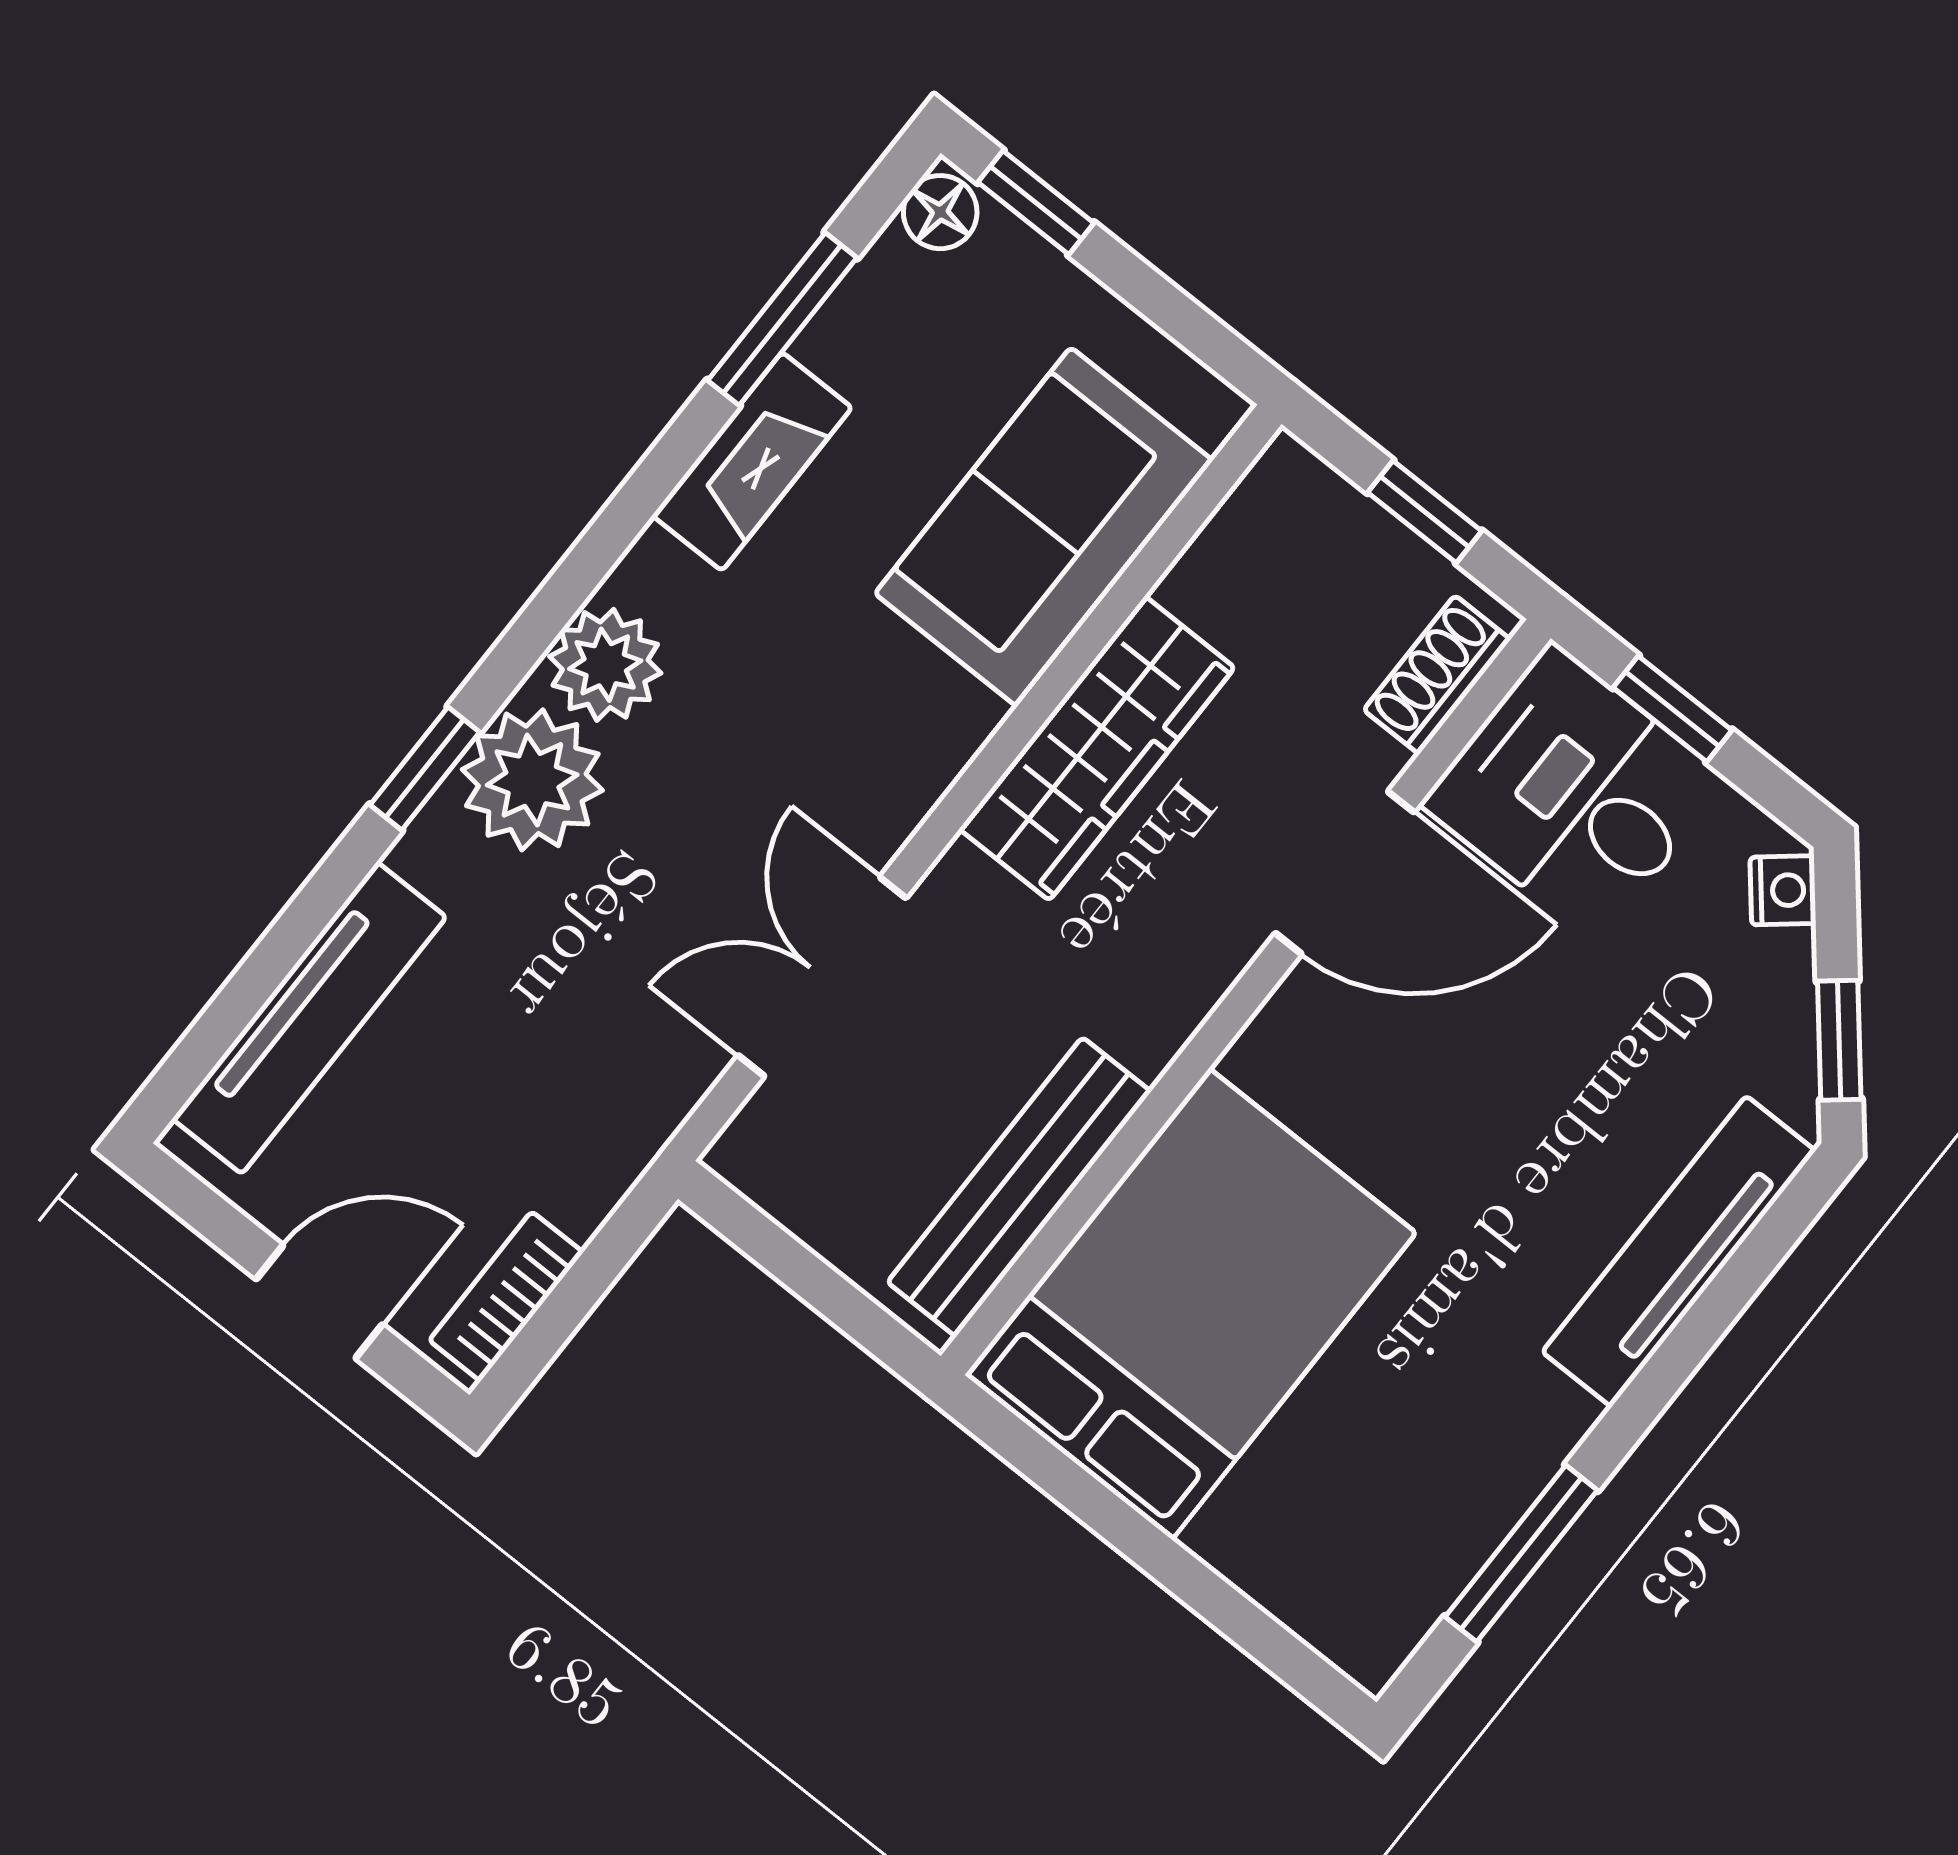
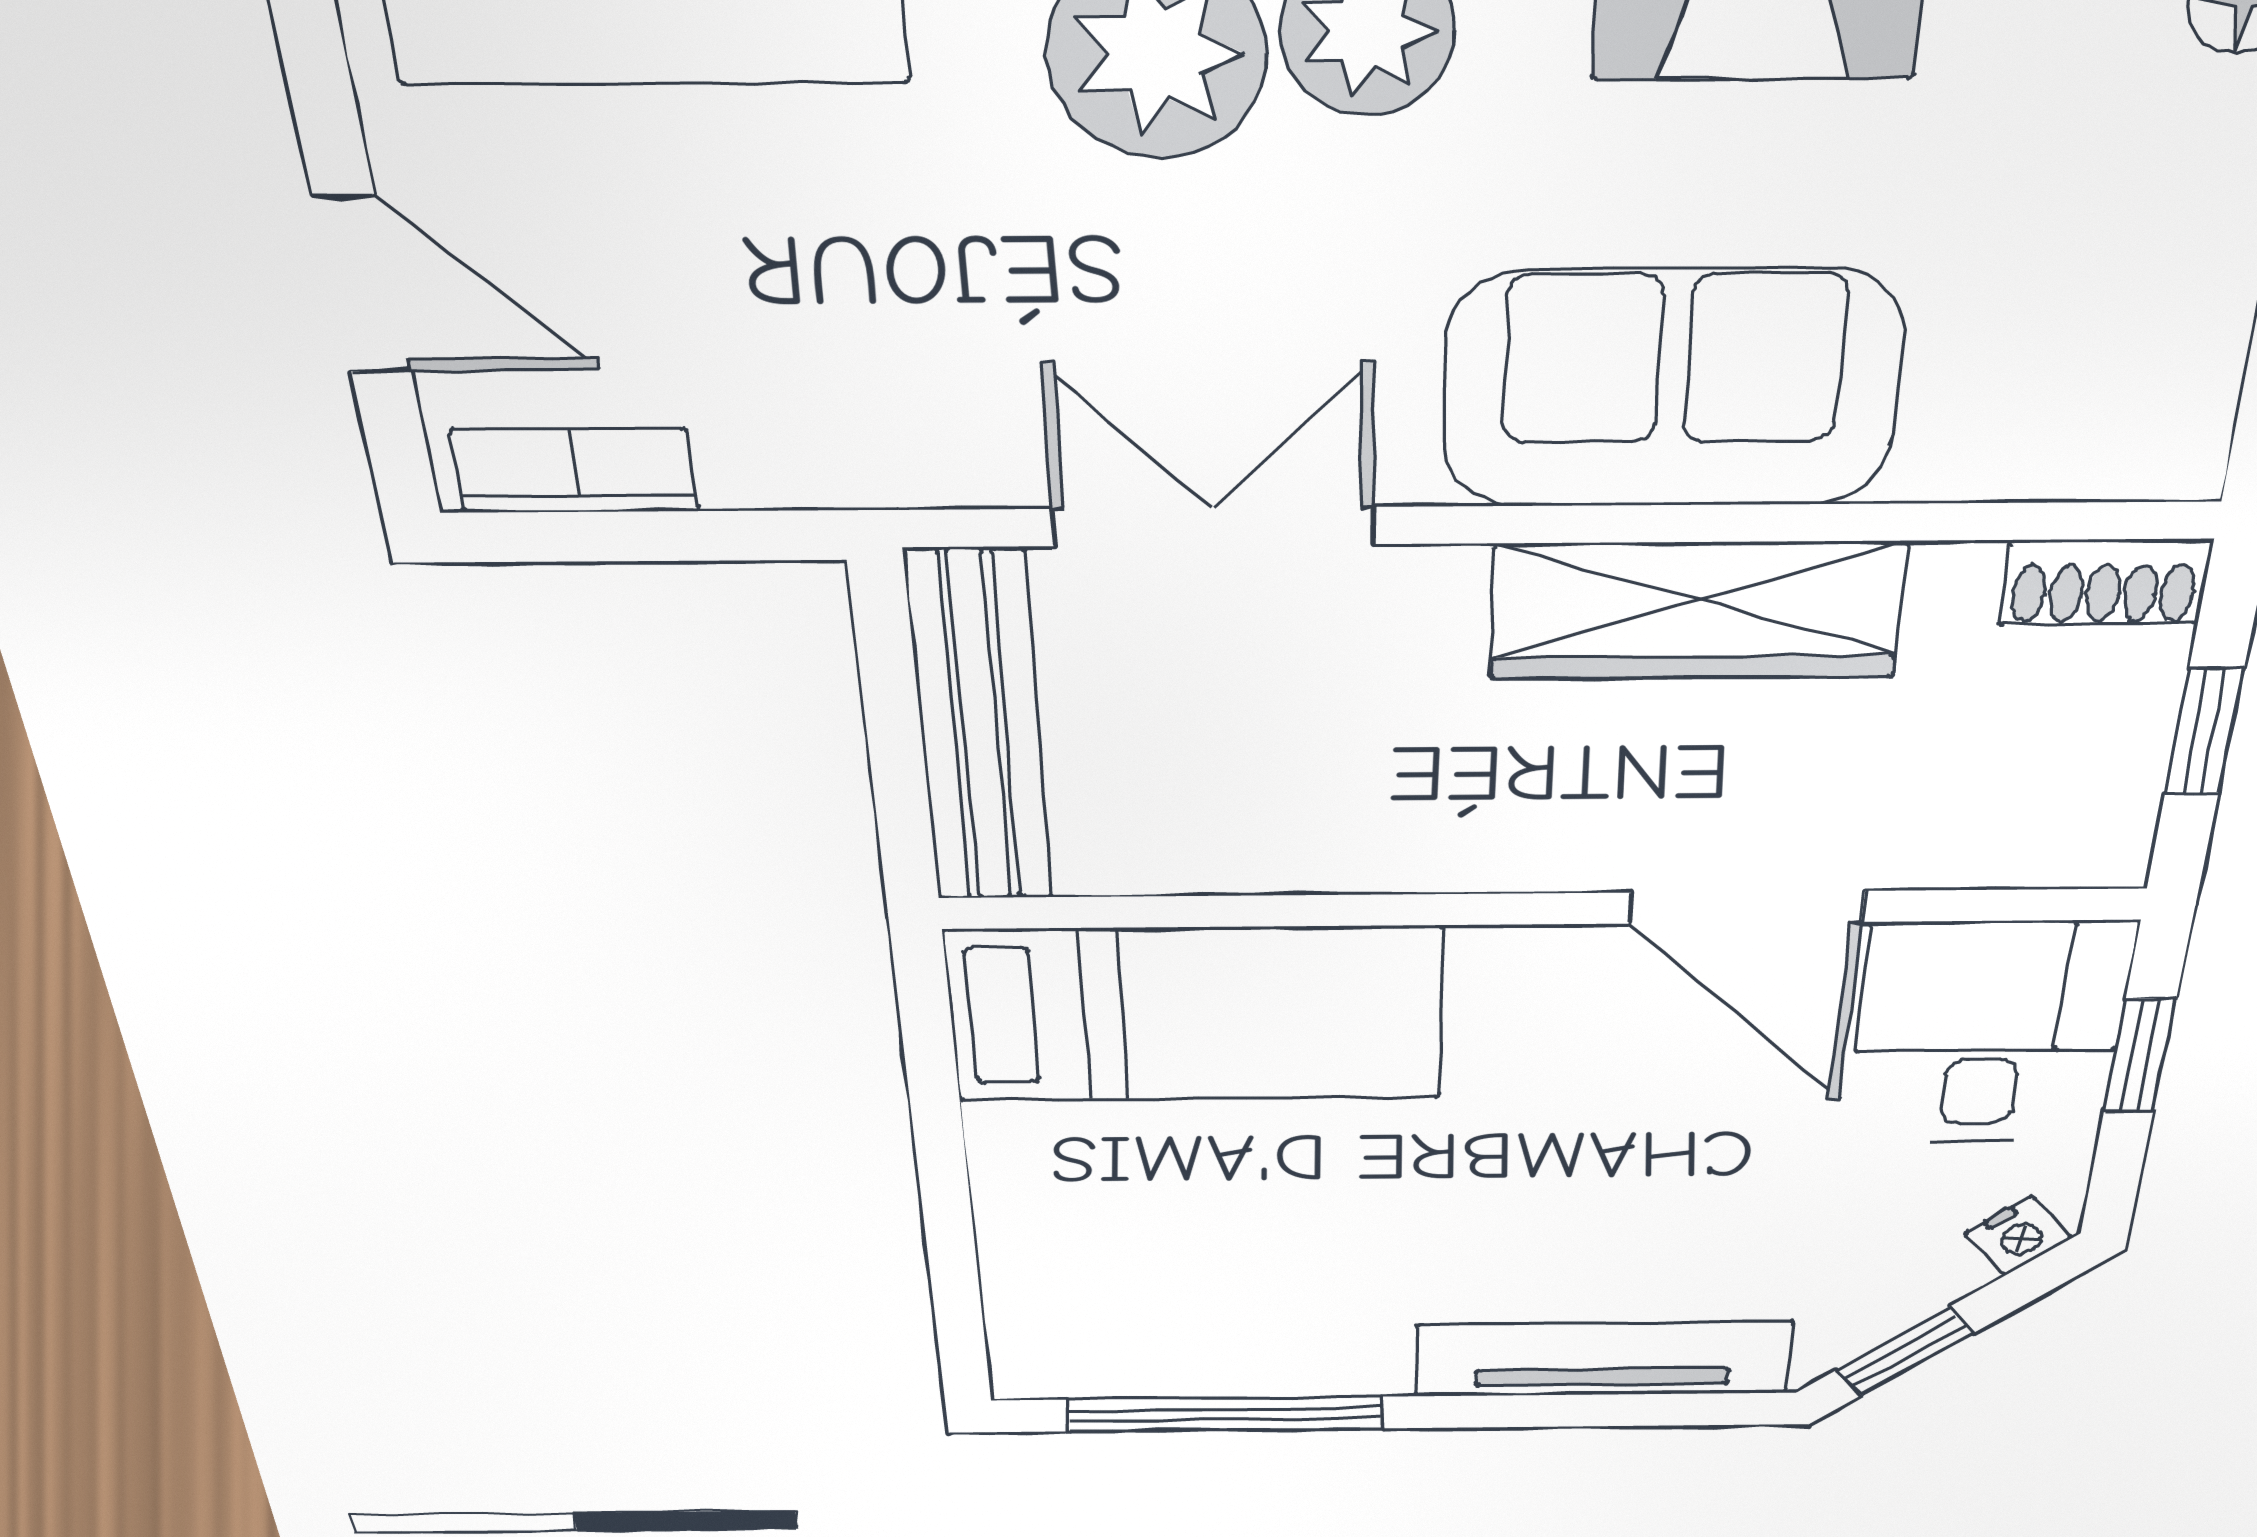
sofa: (1044, 527) -> (1671, 390), moved
shoe rack: (1437, 675) -> (2105, 582), moved, turned 180
bench: (1019, 1187) -> (980, 729), moved, turned 90
bed: (1190, 1304) -> (1196, 1015), width x0.67
window: (1521, 1553) -> (1225, 1414), width x1.44

